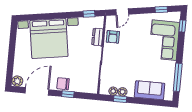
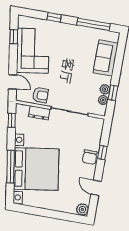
window: (49, 16) -> (11, 167), added
window: (182, 26) -> (54, 17), moved
corner sofa: (164, 40) -> (33, 51), moved, turned -99
door: (37, 91) -> (96, 188), width x0.53

